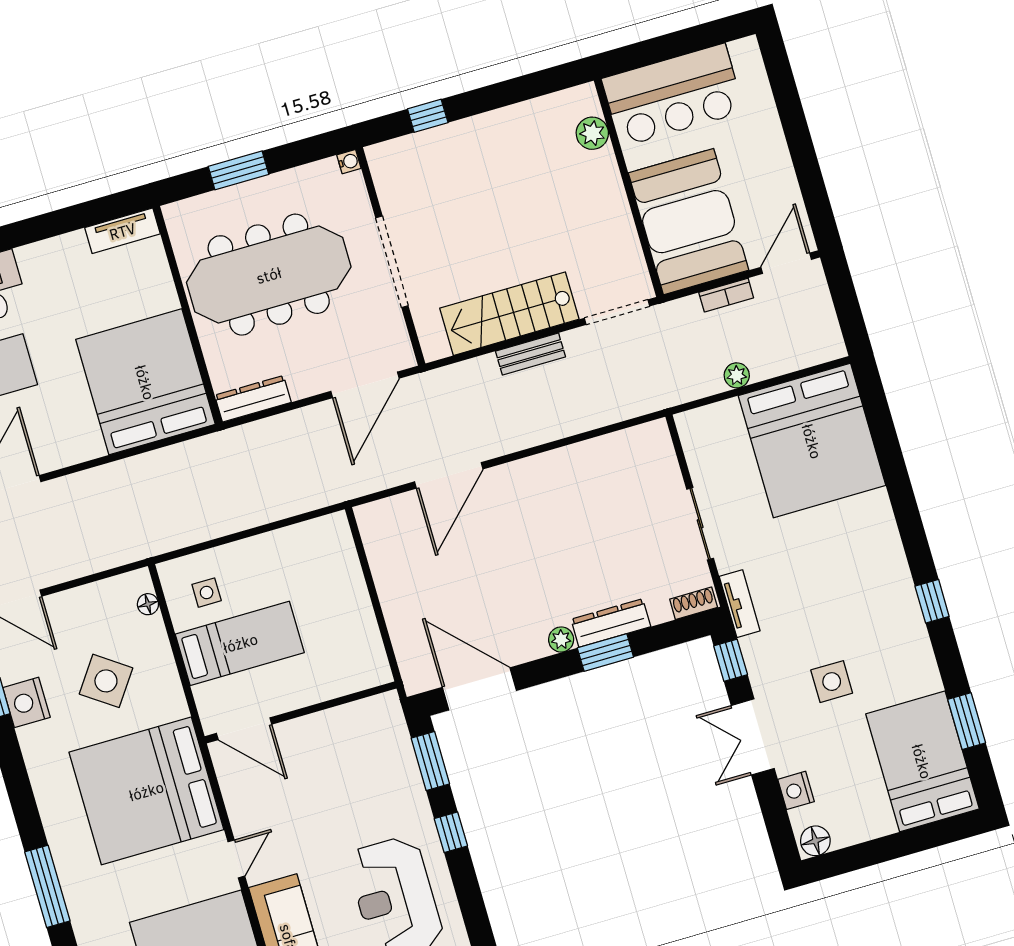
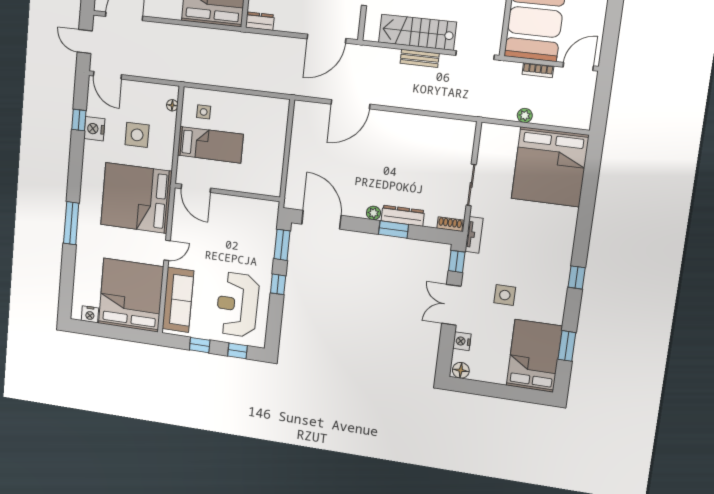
dresser: (253, 399) -> (260, 21), width x0.70
side table: (106, 681) -> (137, 135), turned -35

